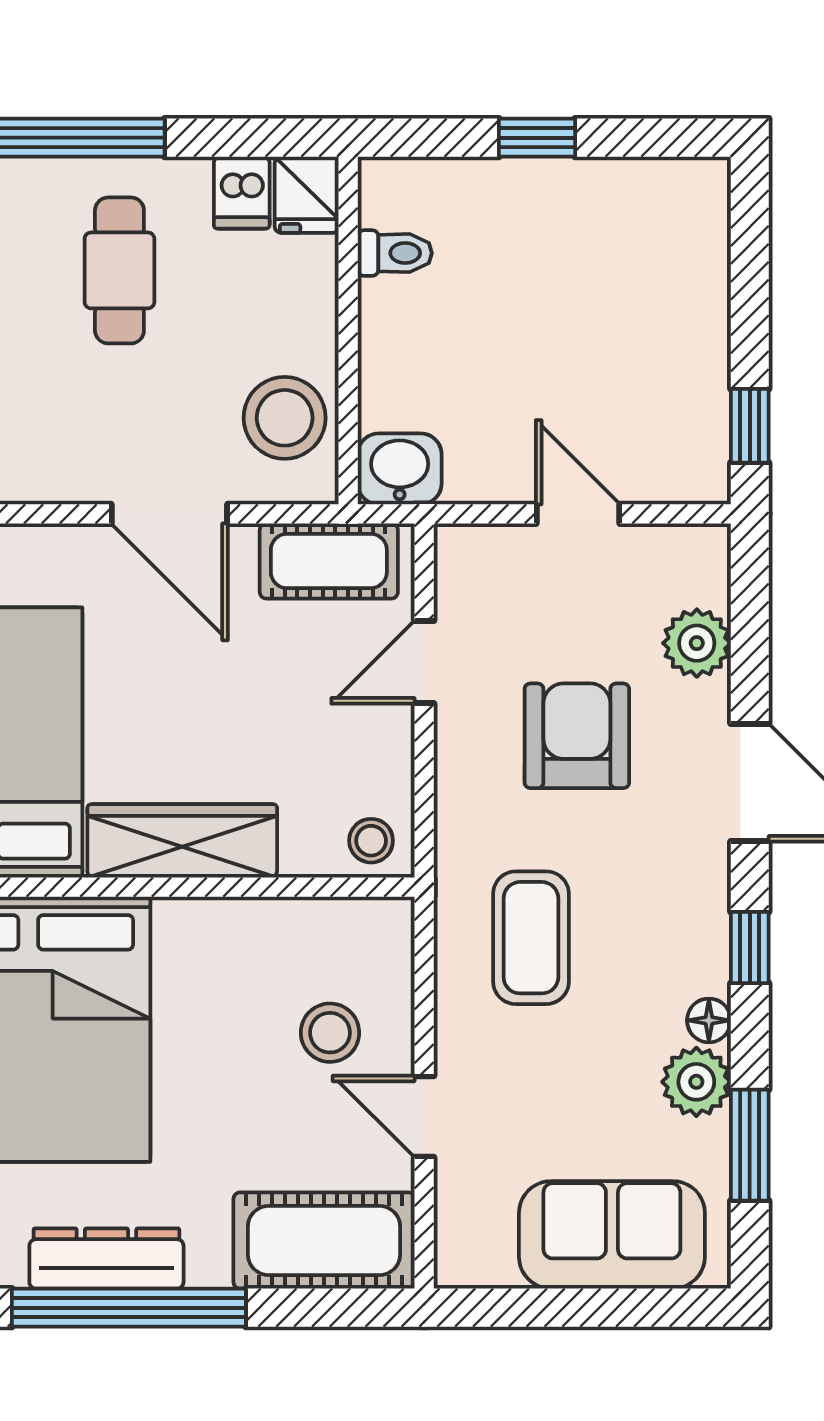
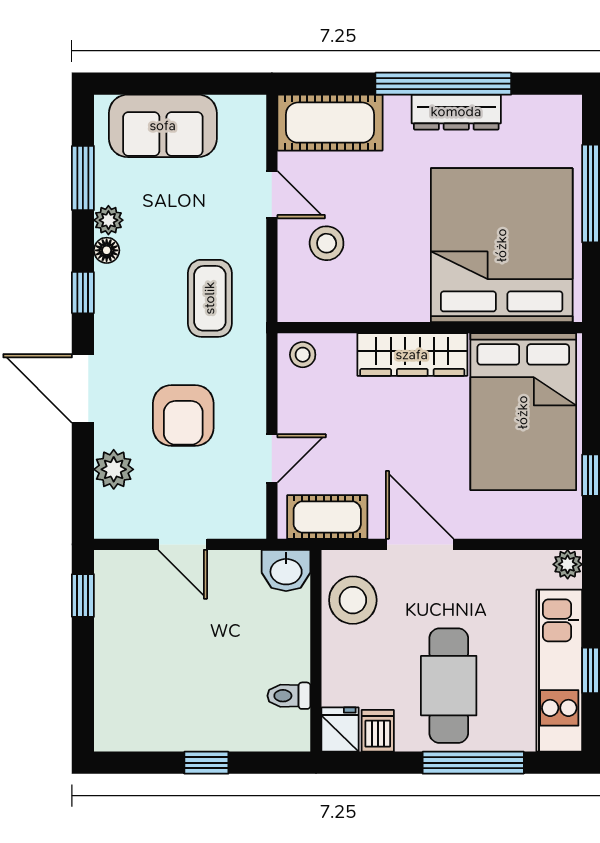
cafe table: (119, 270) -> (449, 686), width x1.37, depth x1.35
plant: (696, 1082) -> (108, 220), width x0.73, depth x0.73

